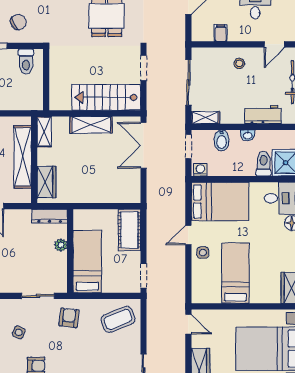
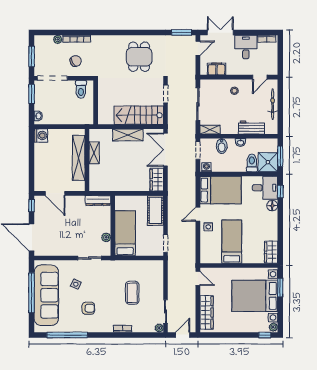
filing cabinet: (221, 33) -> (217, 69), width x2.00
shelving: (44, 132) -> (94, 153), moved
wardrobe: (46, 182) -> (157, 180), moved, turned 180
plant: (61, 245) -> (106, 237), moved
armchair: (69, 318) -> (112, 274), removed
coffee table: (118, 319) -> (132, 293), moved, turned -68

